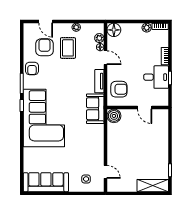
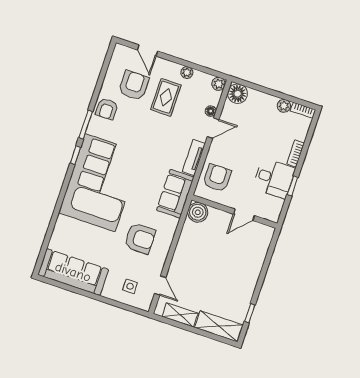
plant: (99, 38) -> (219, 84), moved
door: (105, 58) -> (213, 128), hinge flipped
armchair: (119, 89) -> (217, 178), turned -90
door: (145, 107) -> (244, 215), hinge flipped
armchair: (82, 146) -> (140, 238), added
shelving: (125, 187) -> (180, 315), added

